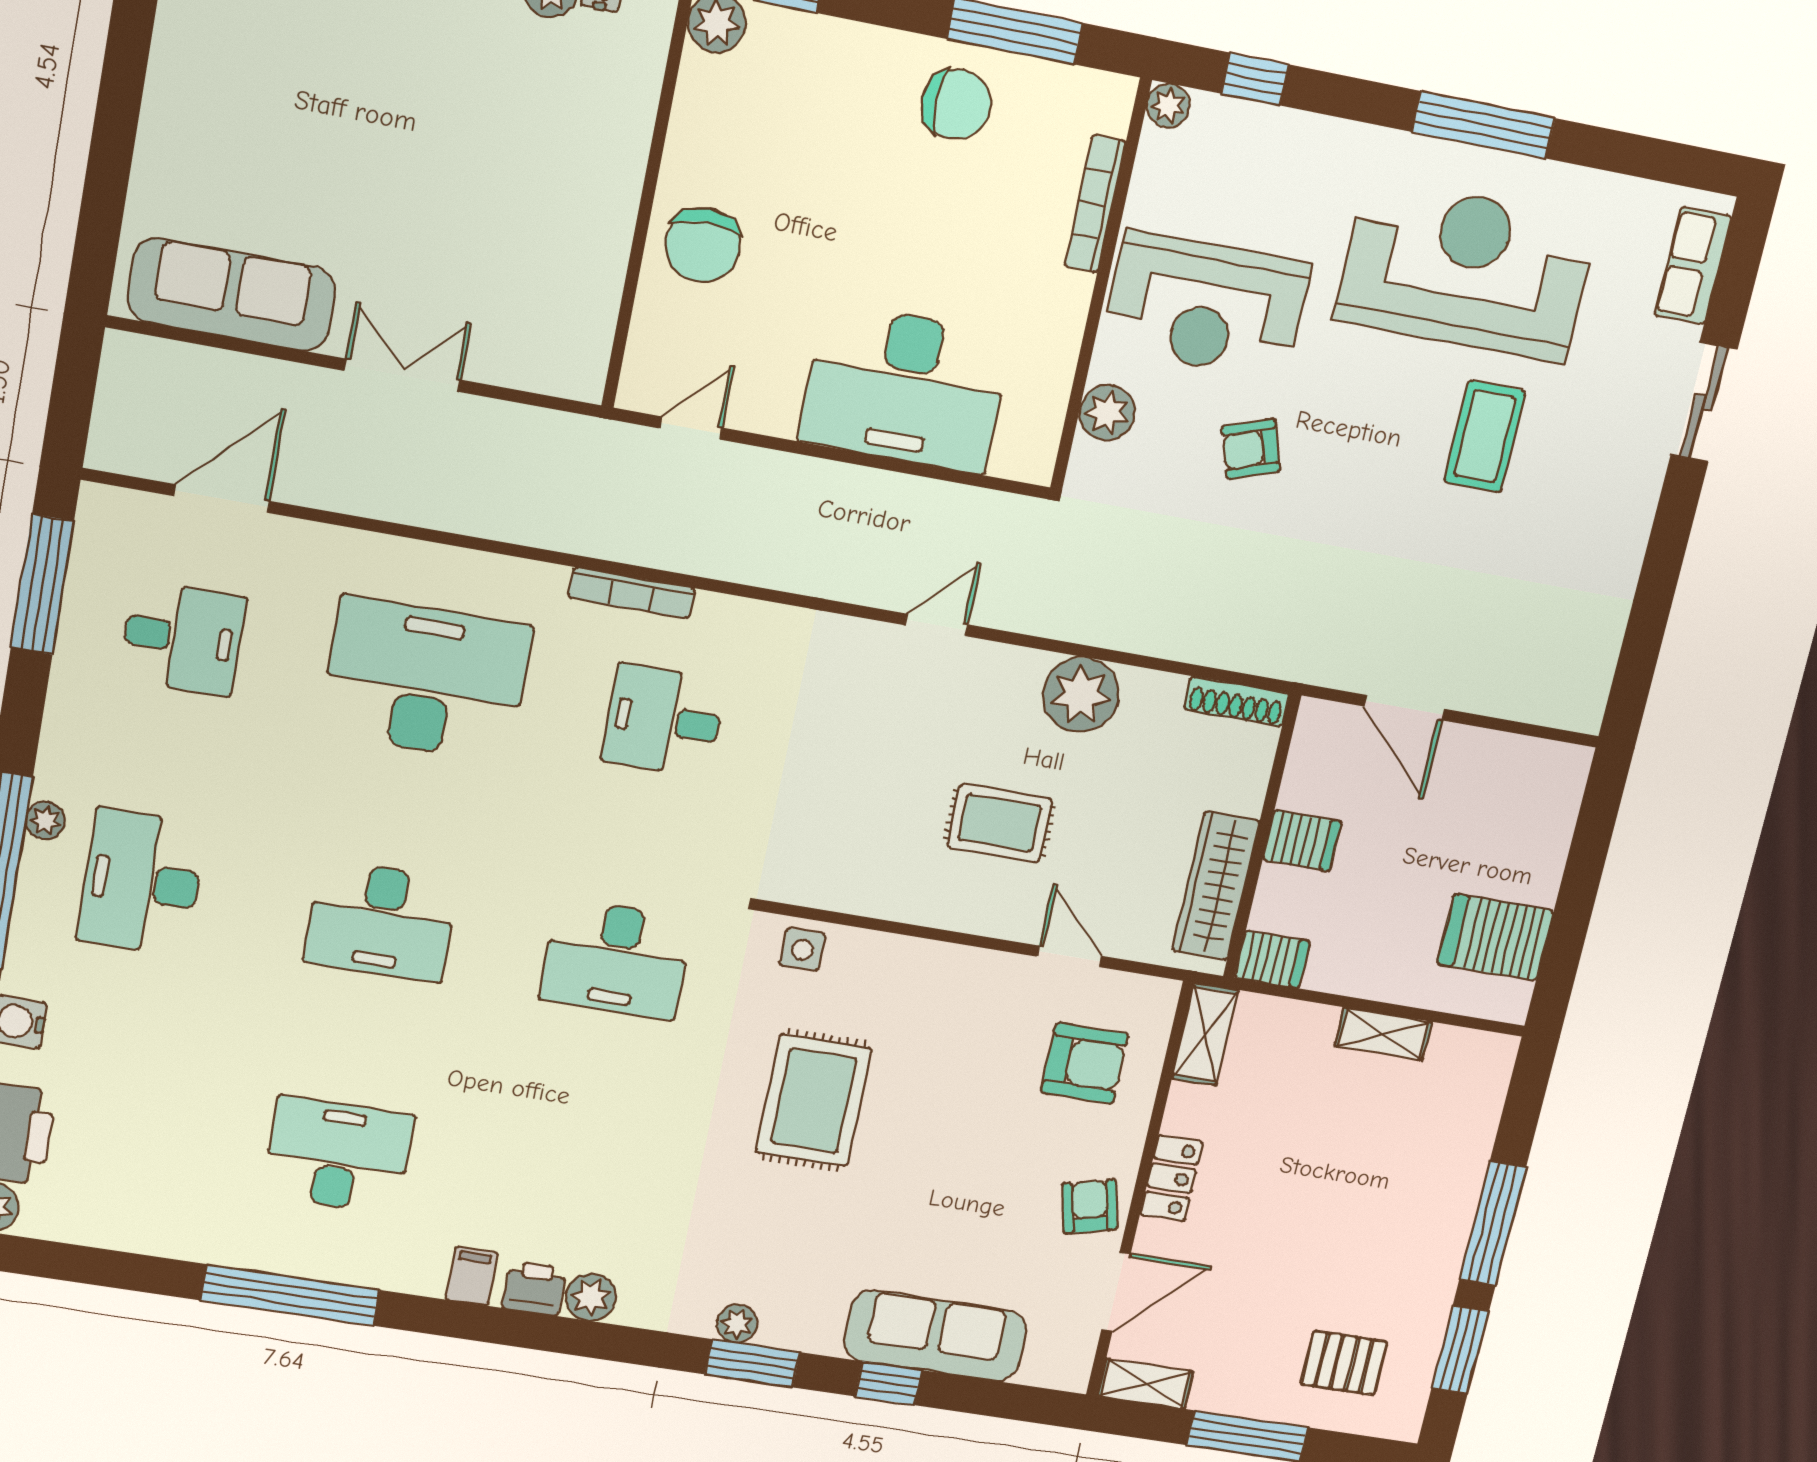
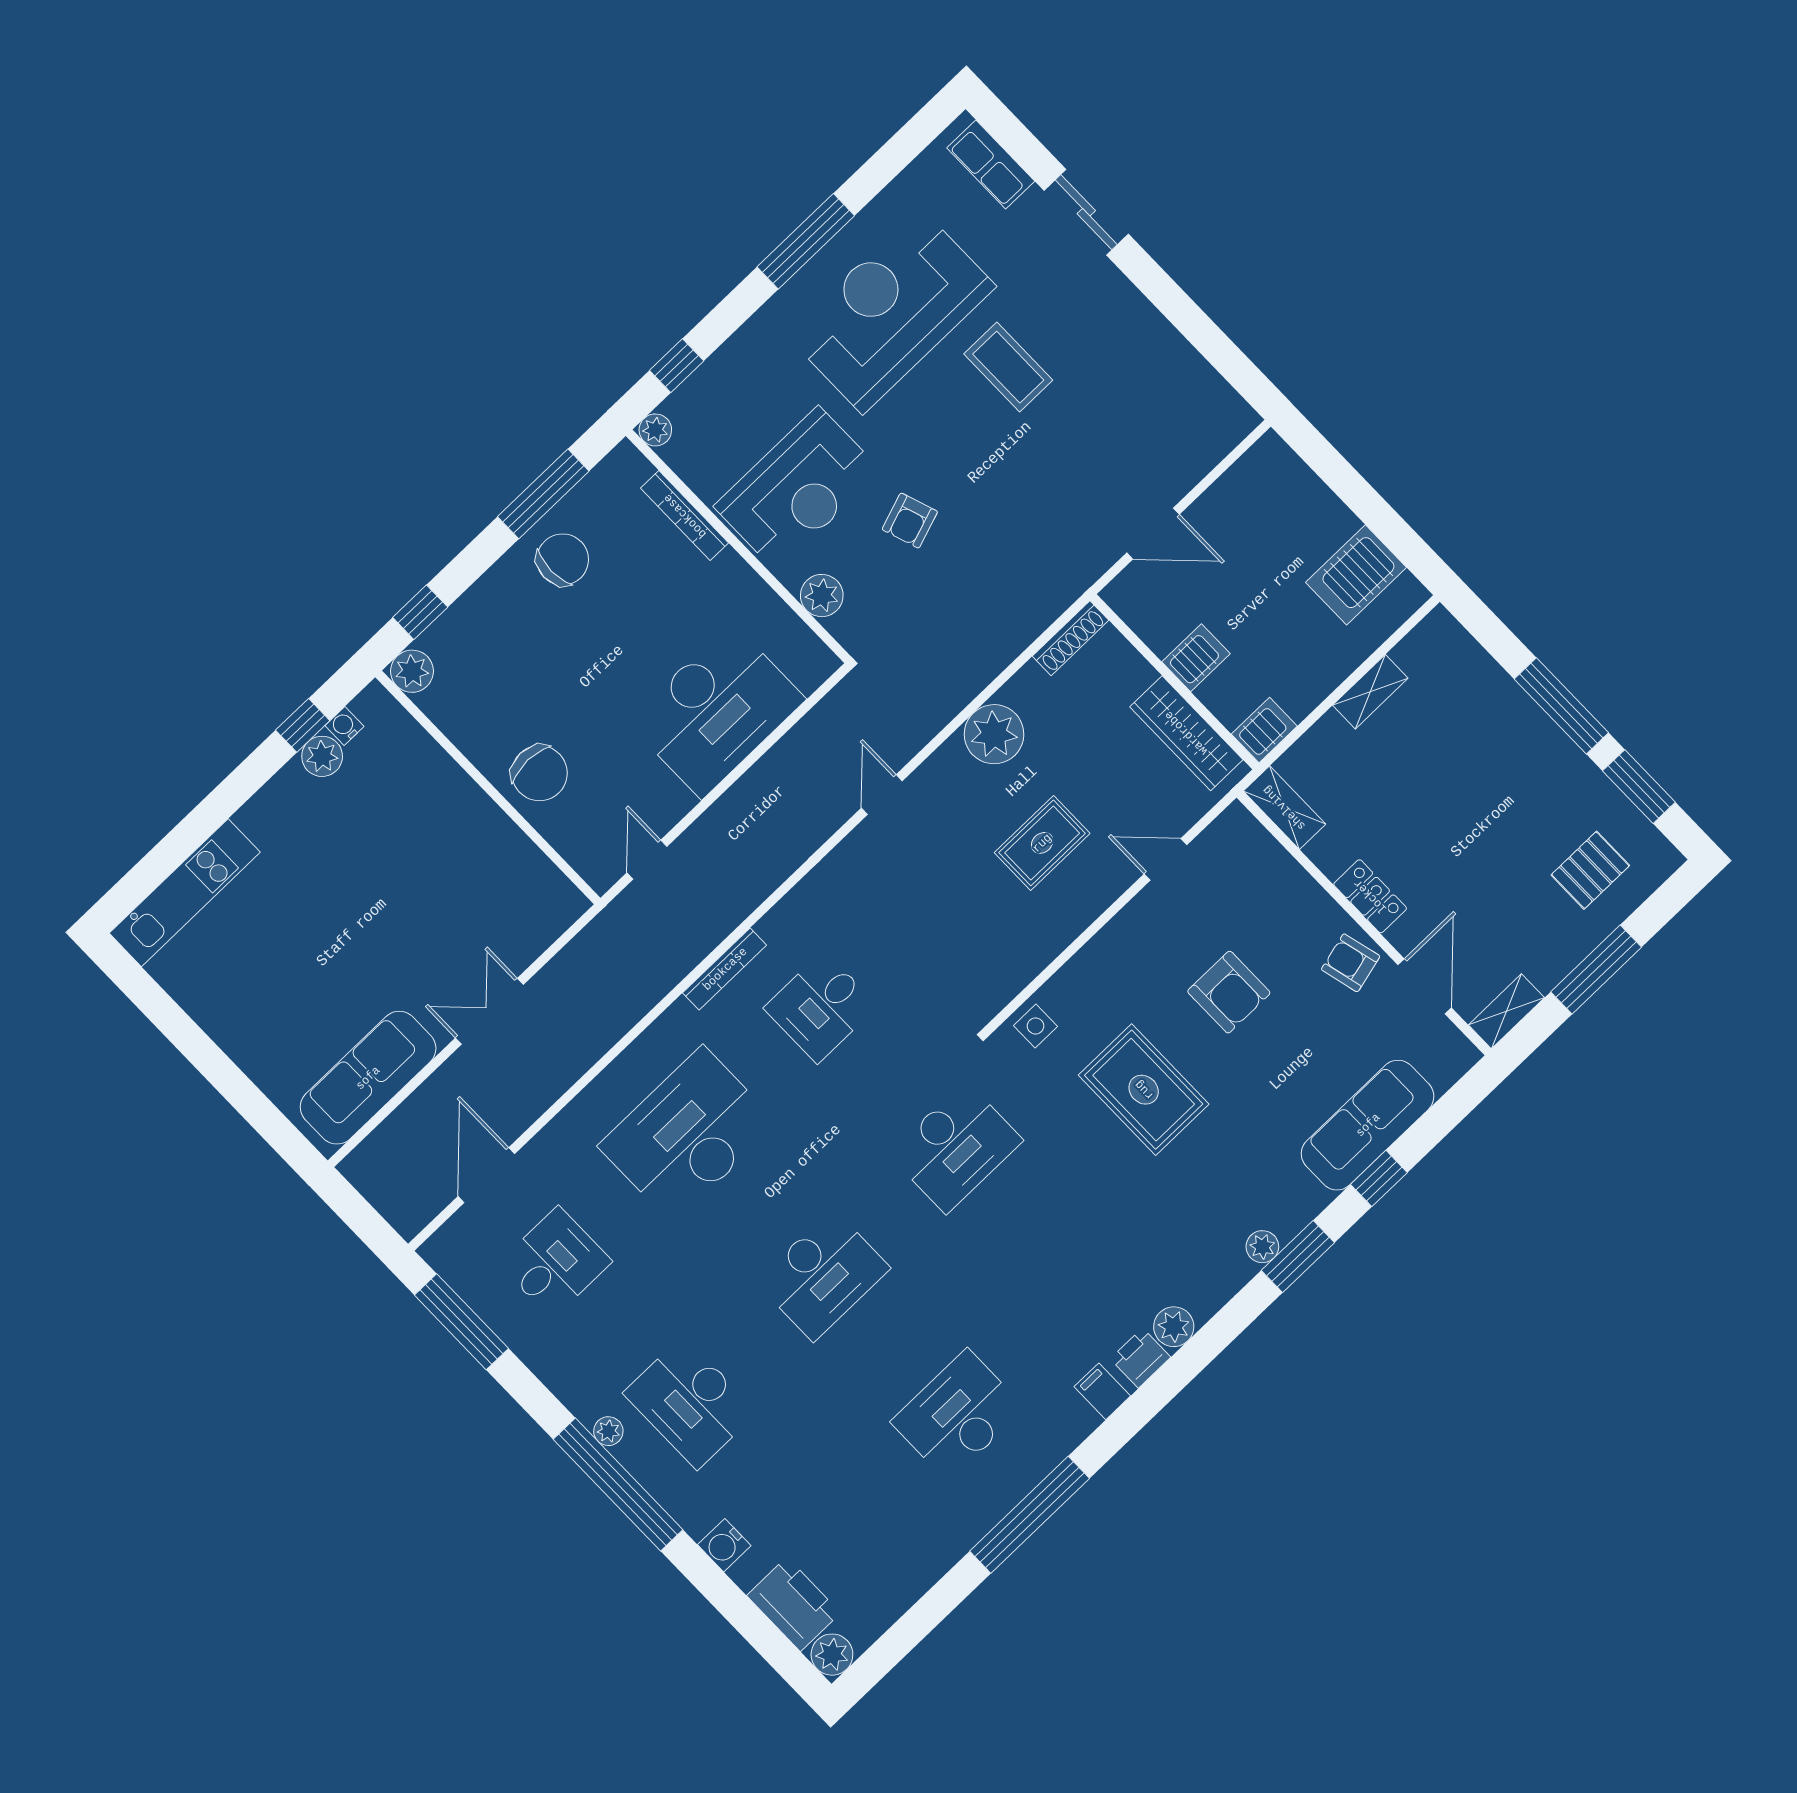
armchair: (1085, 1063) -> (1229, 992), moved, turned 90

